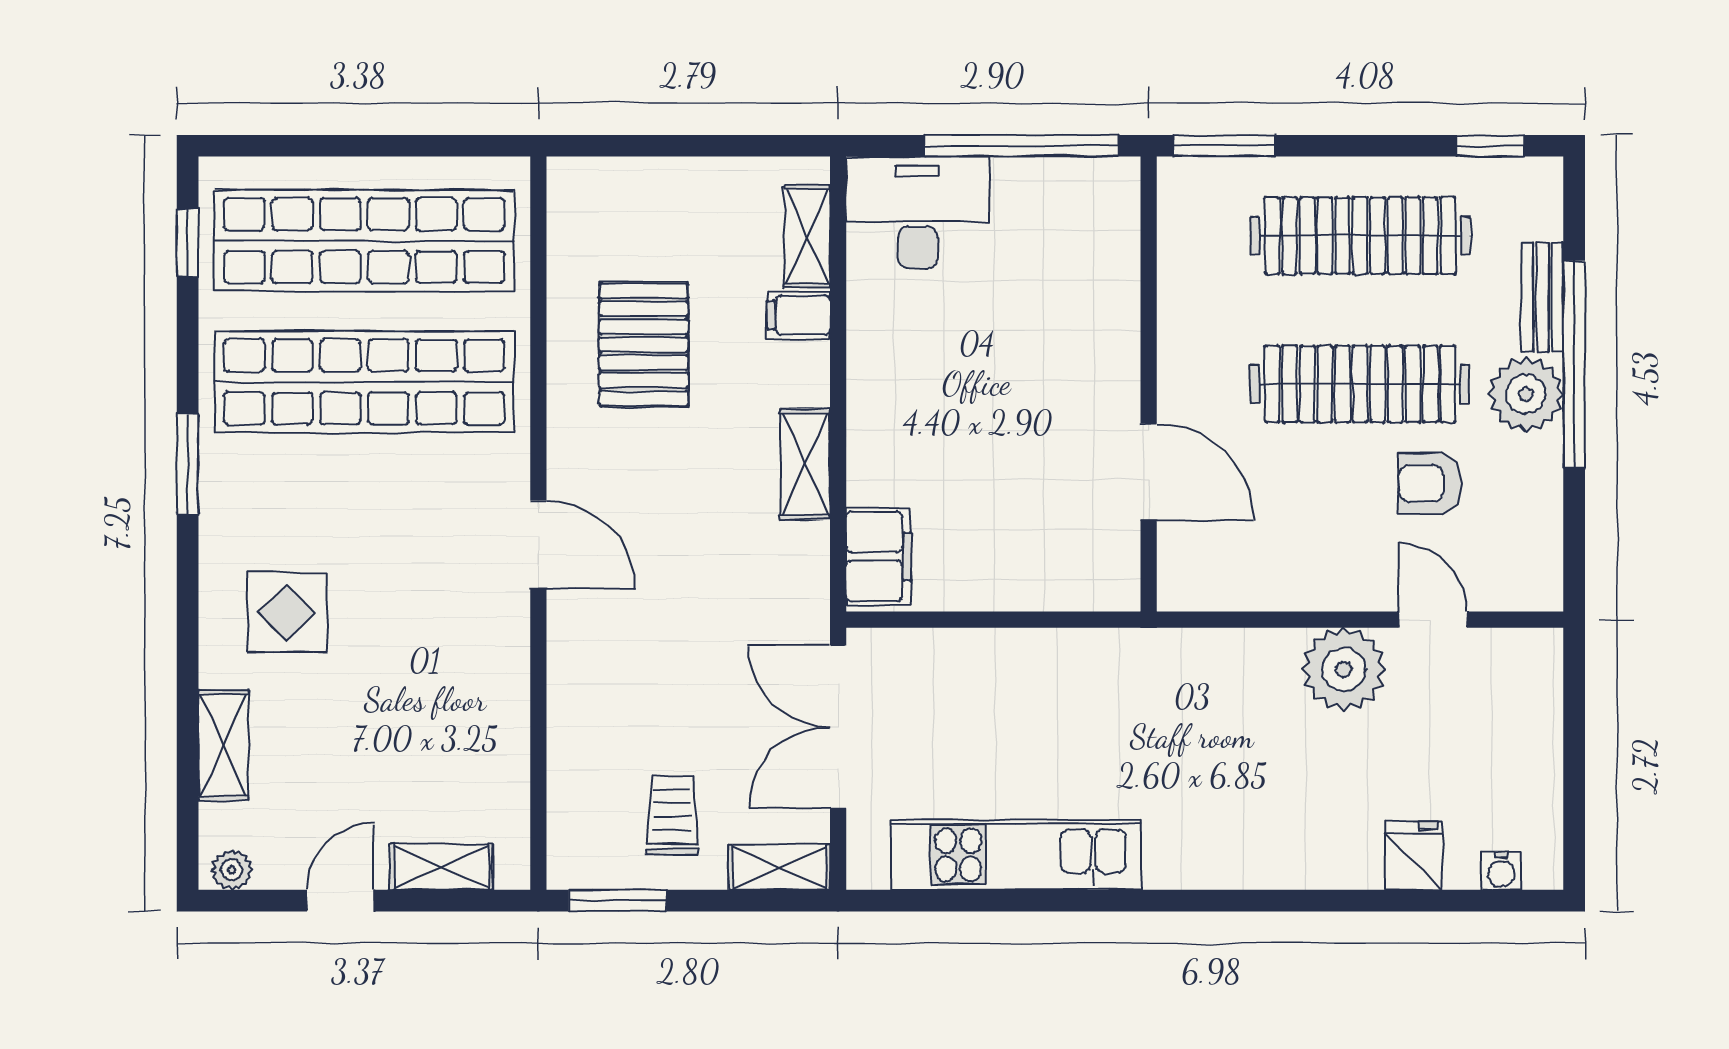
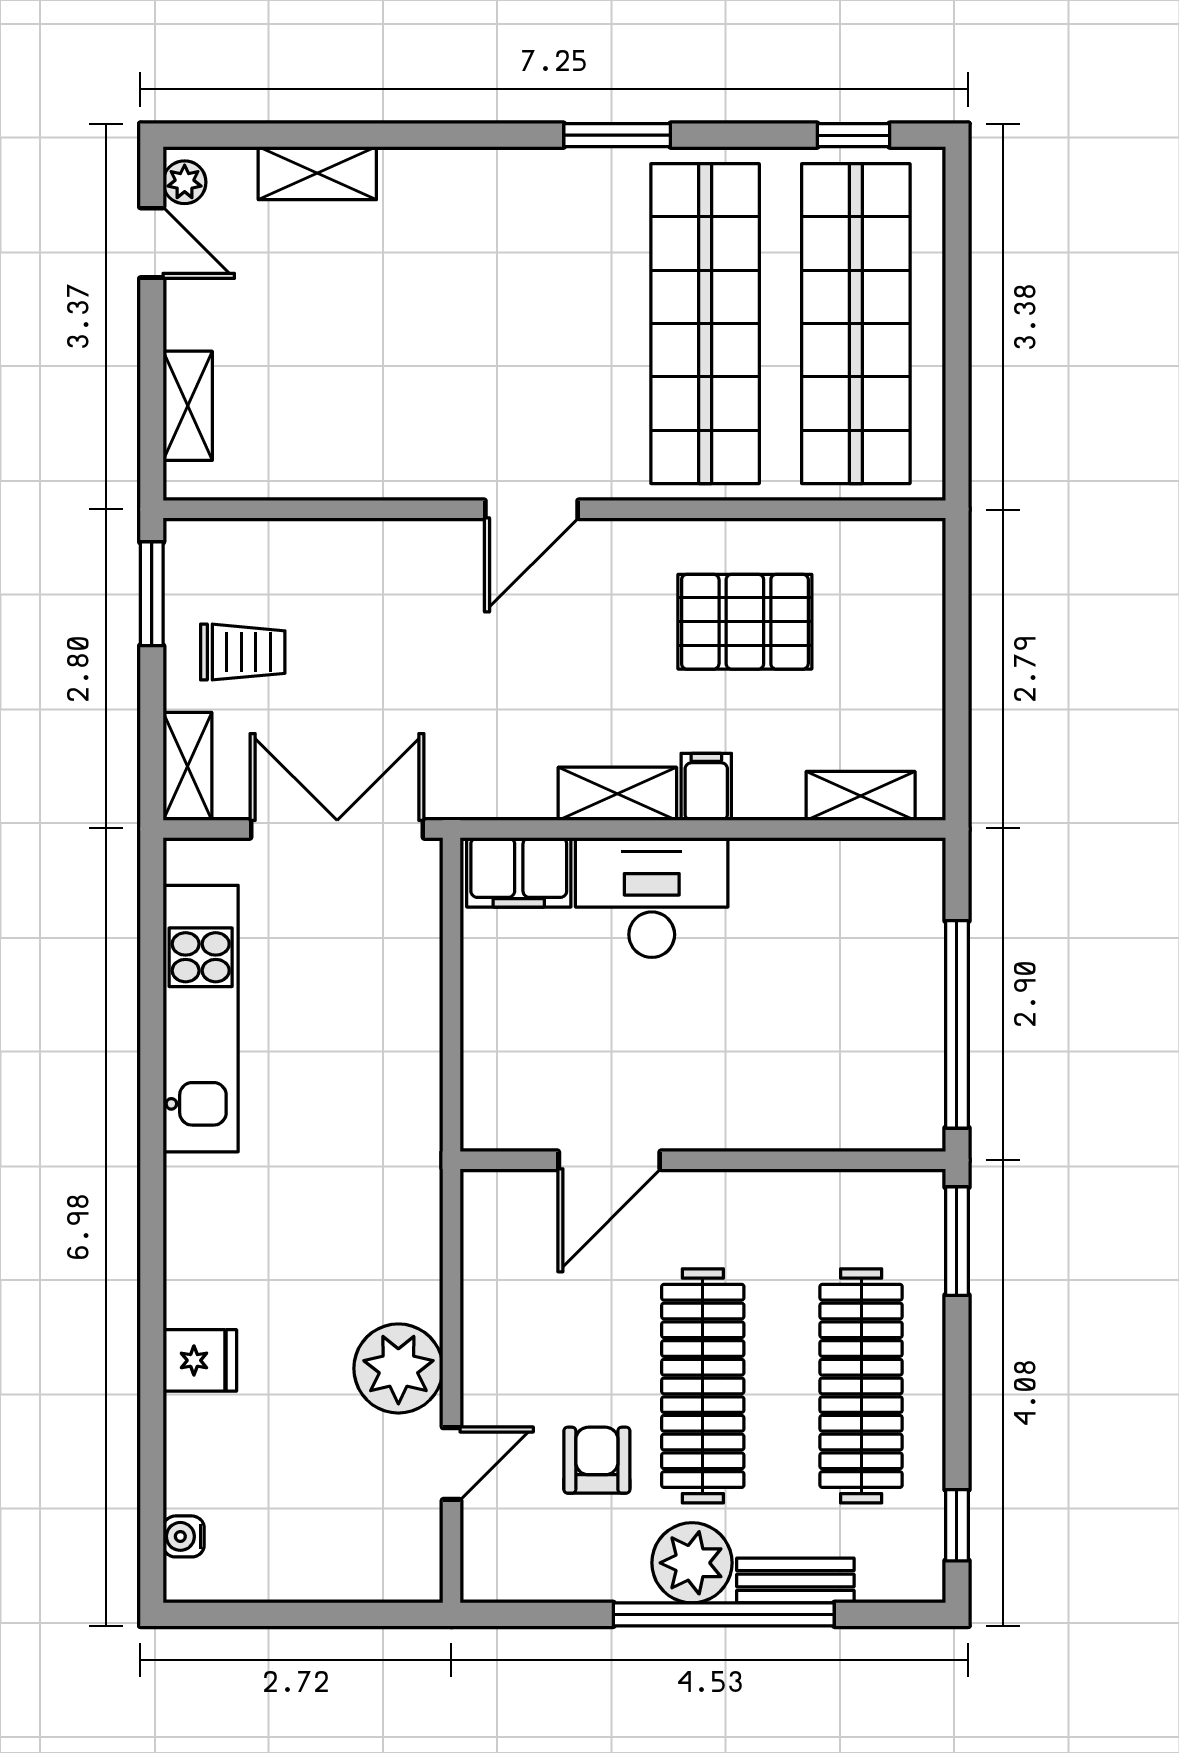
desk: (918, 213) -> (652, 898), moved, turned -90
filing cabinet: (799, 315) -> (706, 787), moved
display table: (287, 612) -> (459, 241), removed
fridge: (1413, 855) -> (200, 1360), moved
door: (340, 901) -> (152, 243), moved

